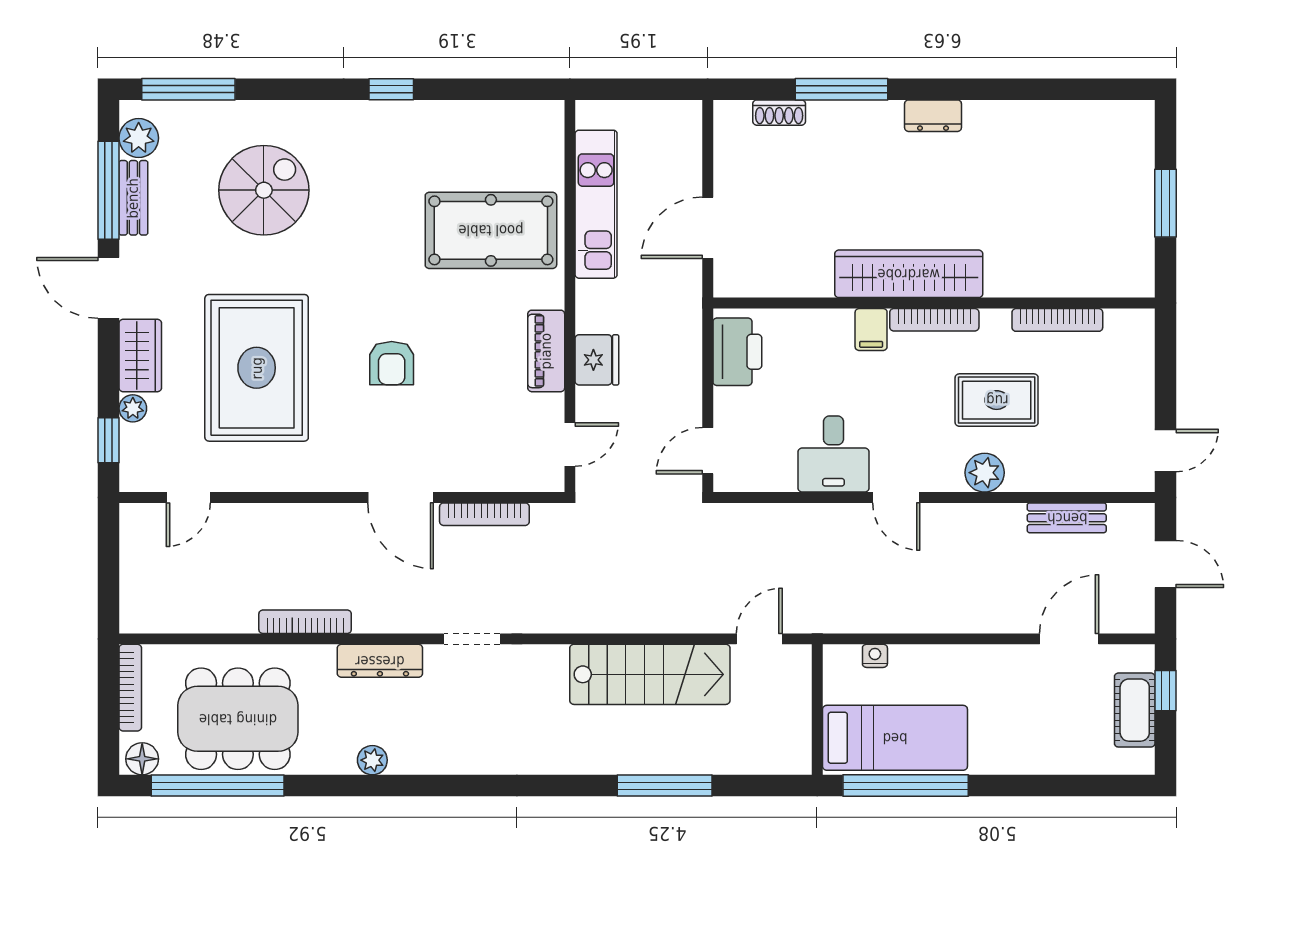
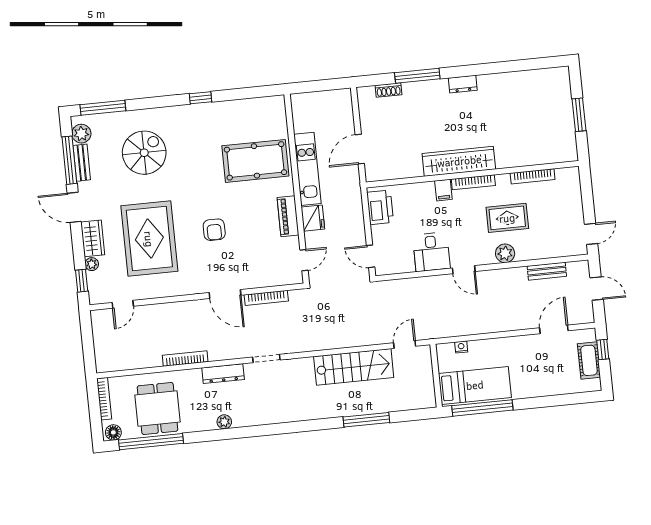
kitchen unit: (596, 204) -> (307, 169), moved
door: (708, 451) -> (371, 256), hinge flipped
dining table: (238, 719) -> (158, 408), width x0.73

